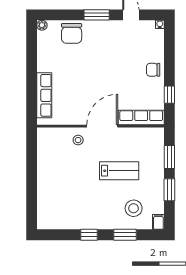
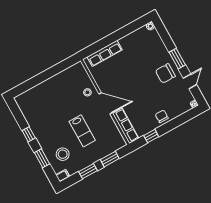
chair: (72, 33) -> (165, 73), moved

